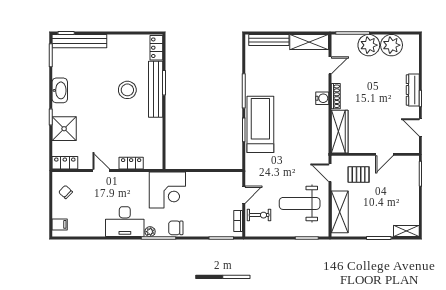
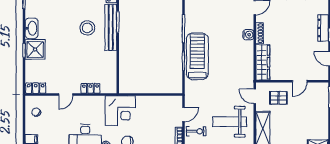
shower: (64, 129) -> (35, 49), moved
door: (101, 171) -> (66, 95), swing flipped

